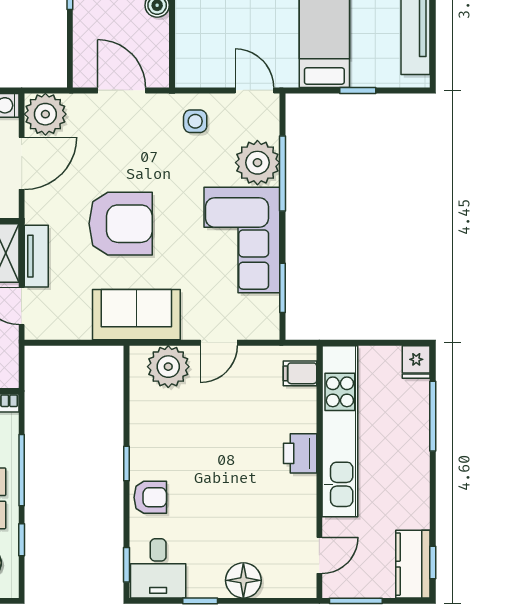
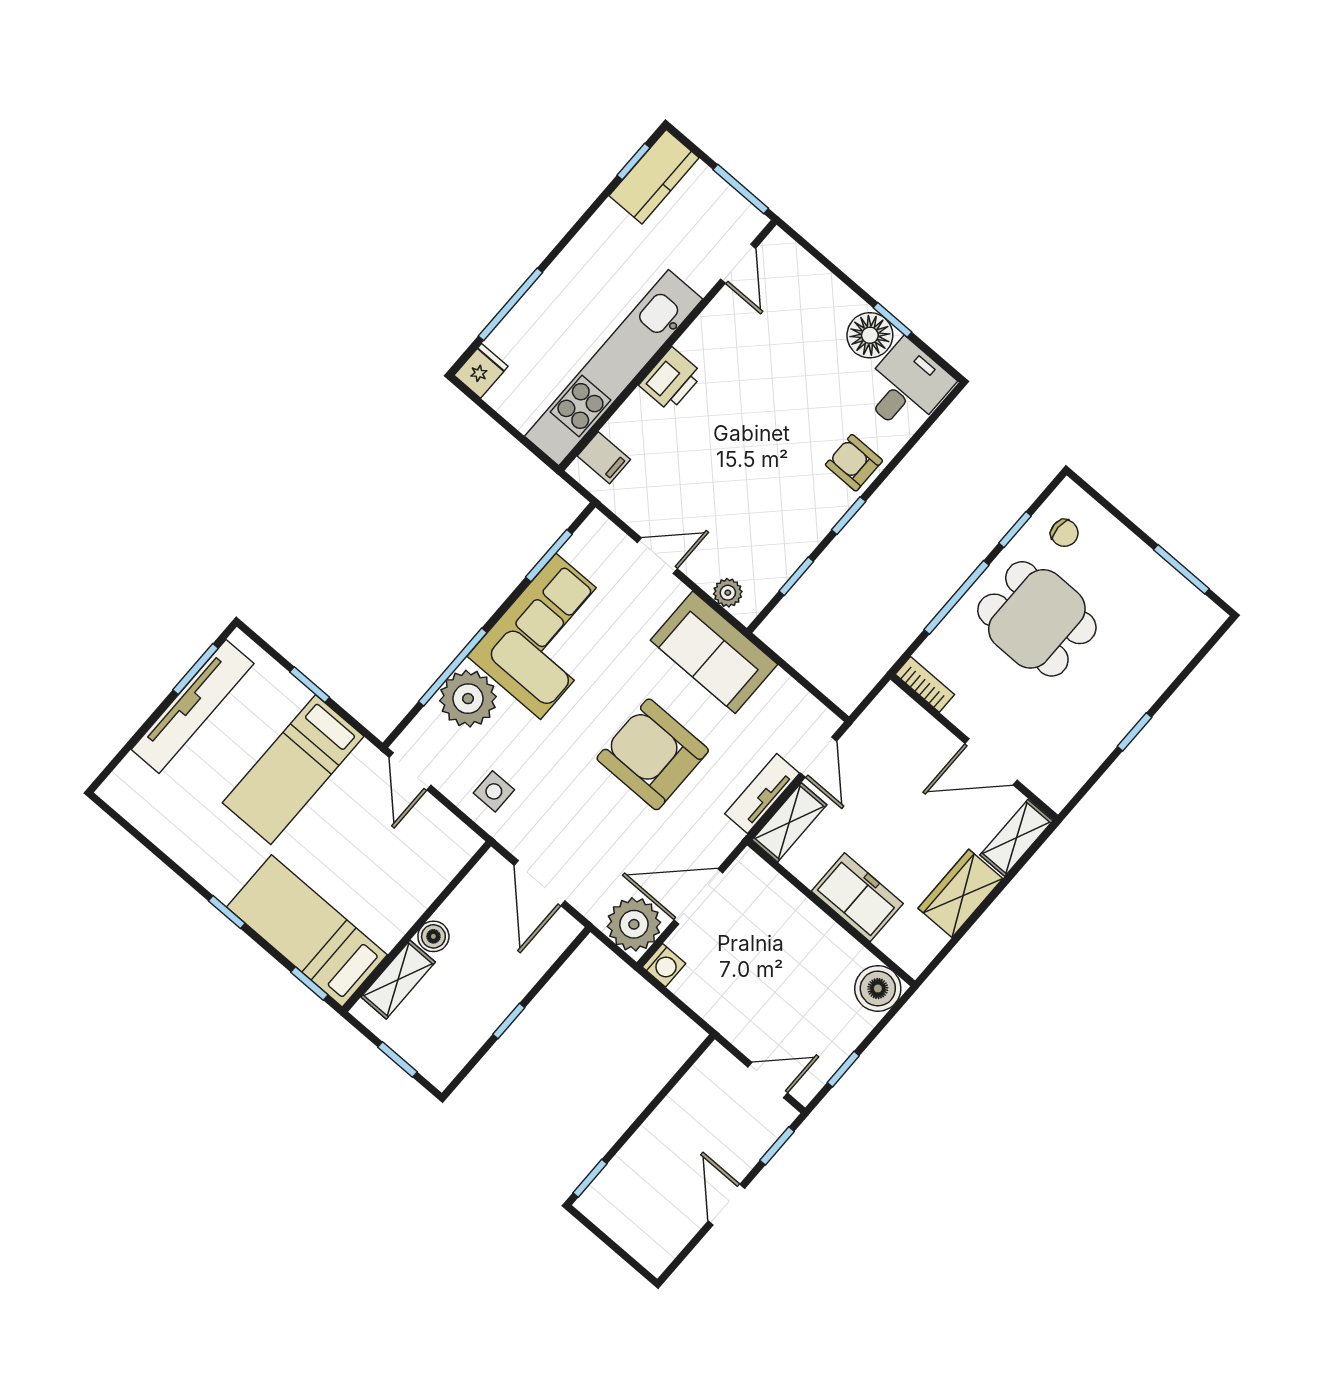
window: (433, 42) -> (195, 669), added
plant: (168, 367) -> (728, 593), width x0.53, depth x0.53
door: (319, 555) -> (738, 264), swing flipped
window: (127, 565) -> (796, 576), moved
floor lamp: (243, 580) -> (870, 335), moved

